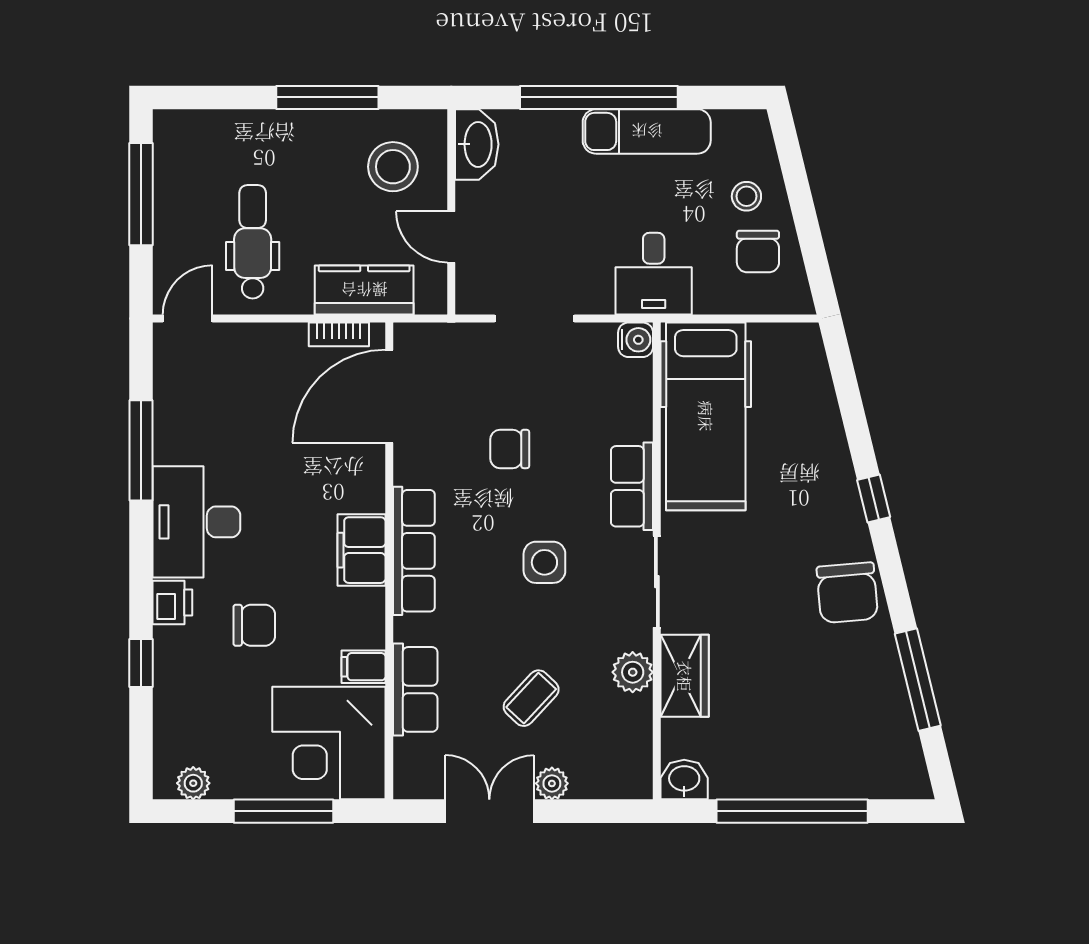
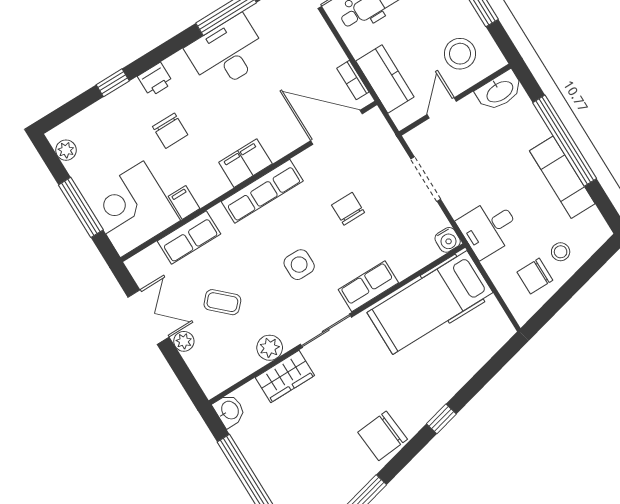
desk: (196, 522) -> (227, 53), moved

